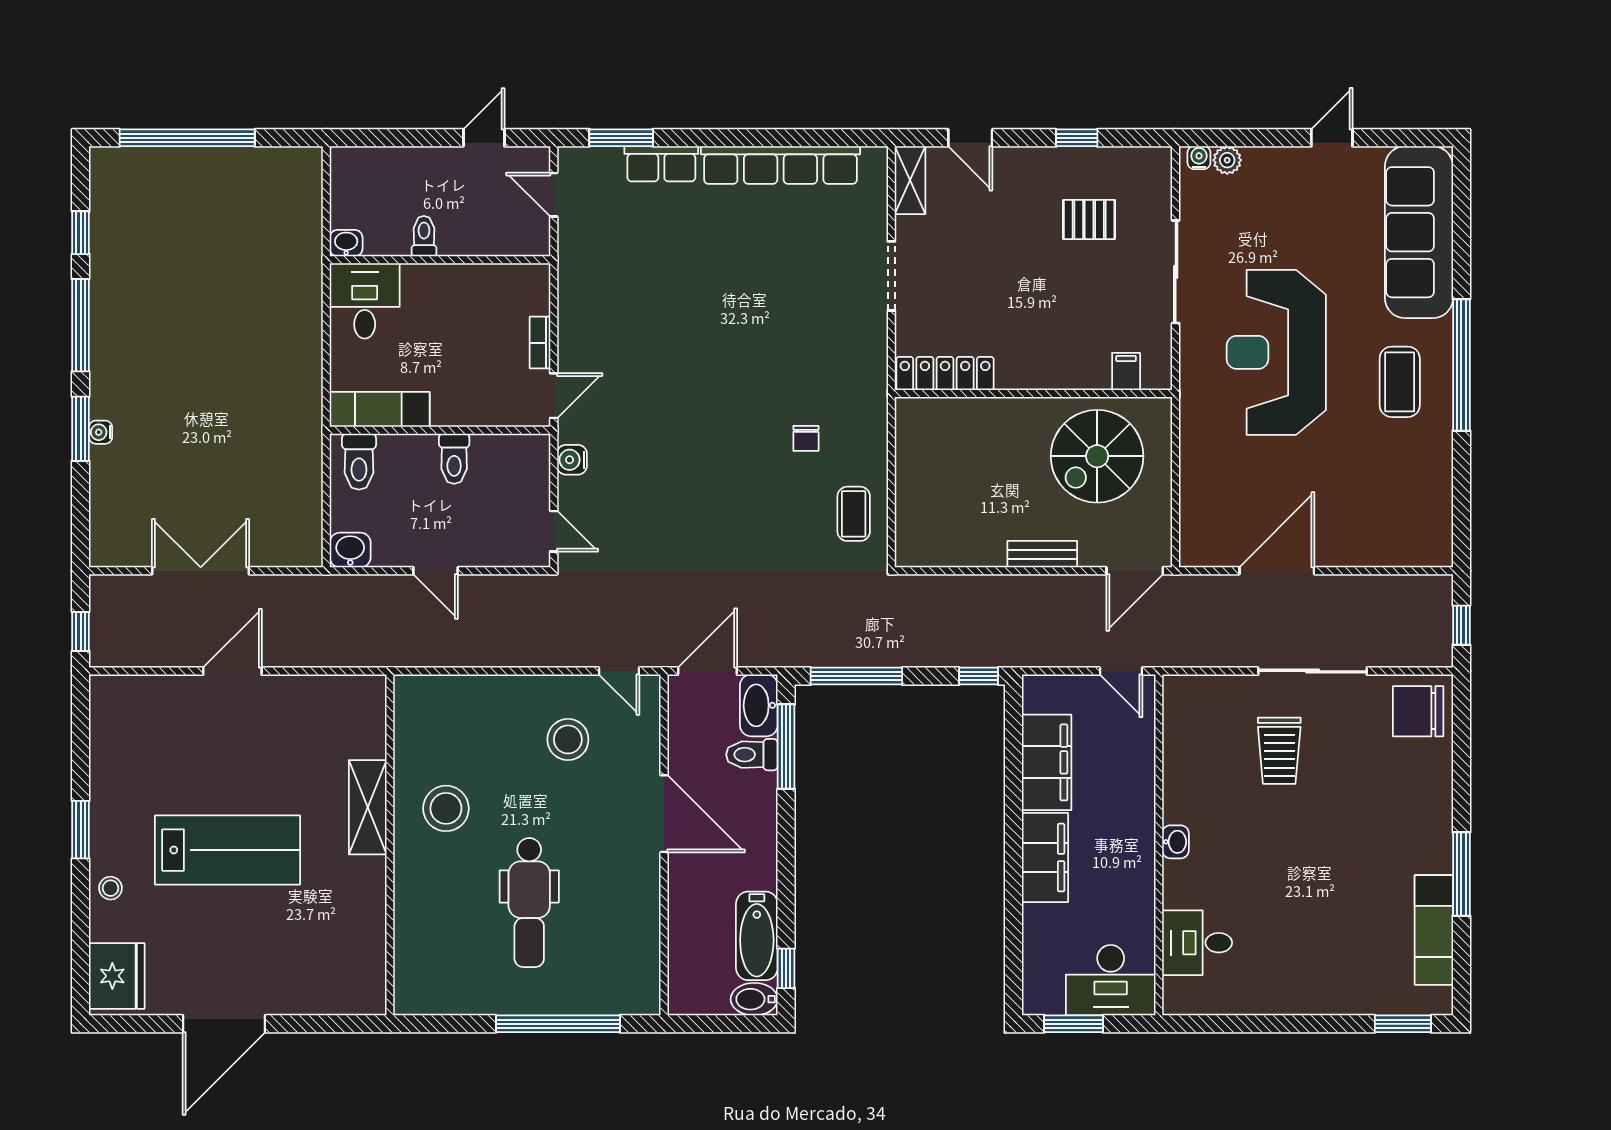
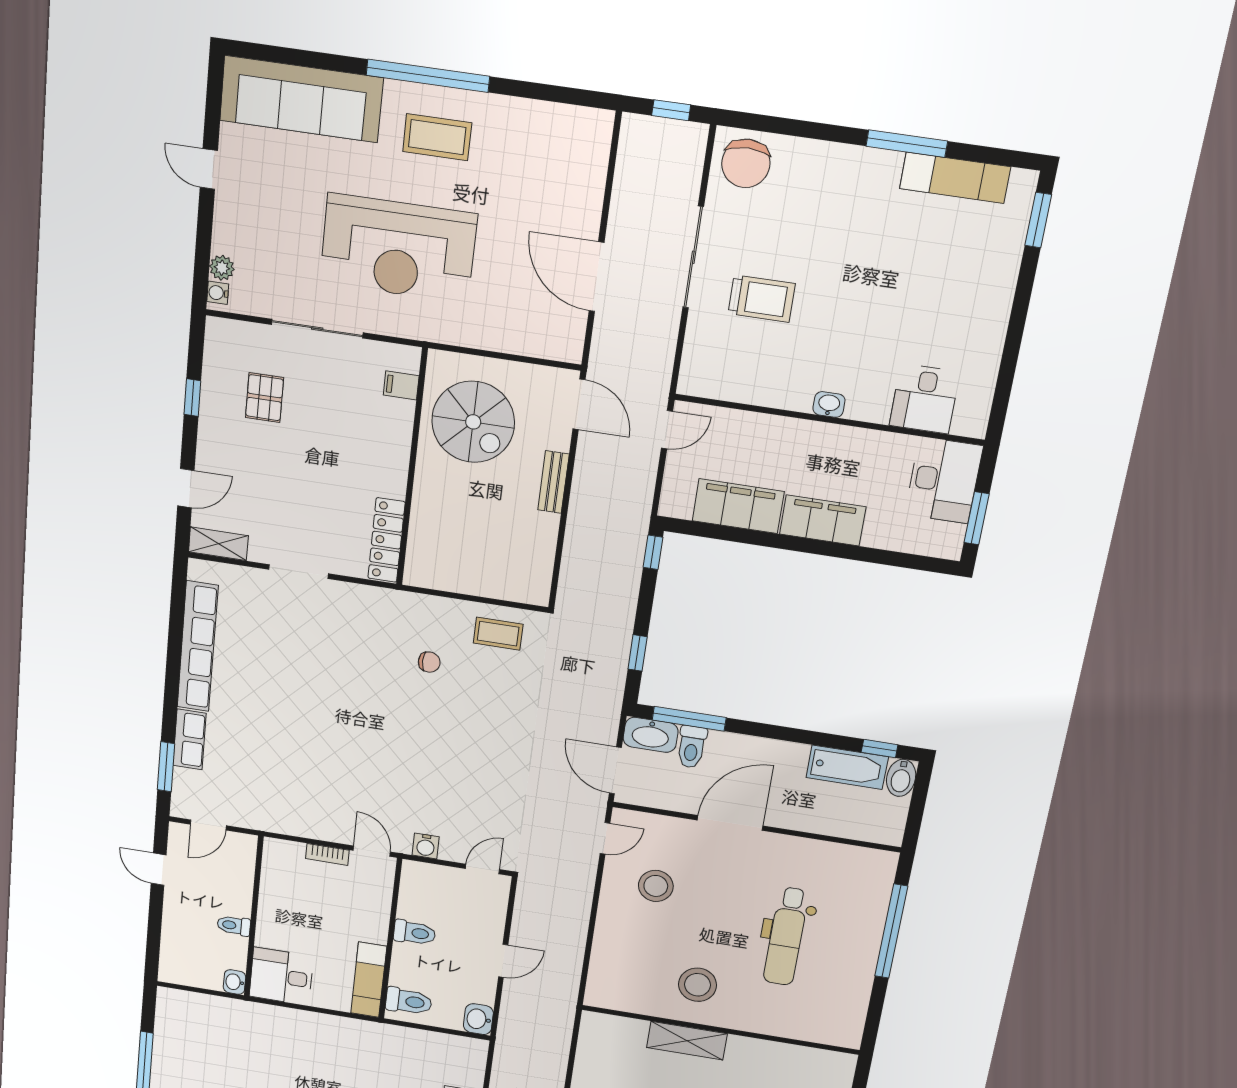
window: (856, 676) -> (638, 653), width x0.46
dental chair: (529, 903) -> (786, 936), turned 90

